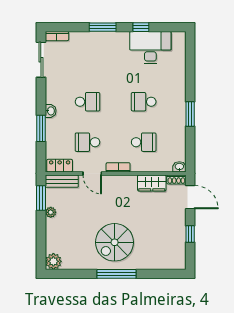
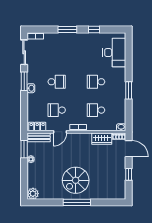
desk: (150, 48) -> (114, 53), moved, turned 90
window: (41, 128) -> (24, 81), moved
school desk: (144, 142) -> (96, 110), turned 180
door: (92, 173) -> (60, 132), hinge flipped

